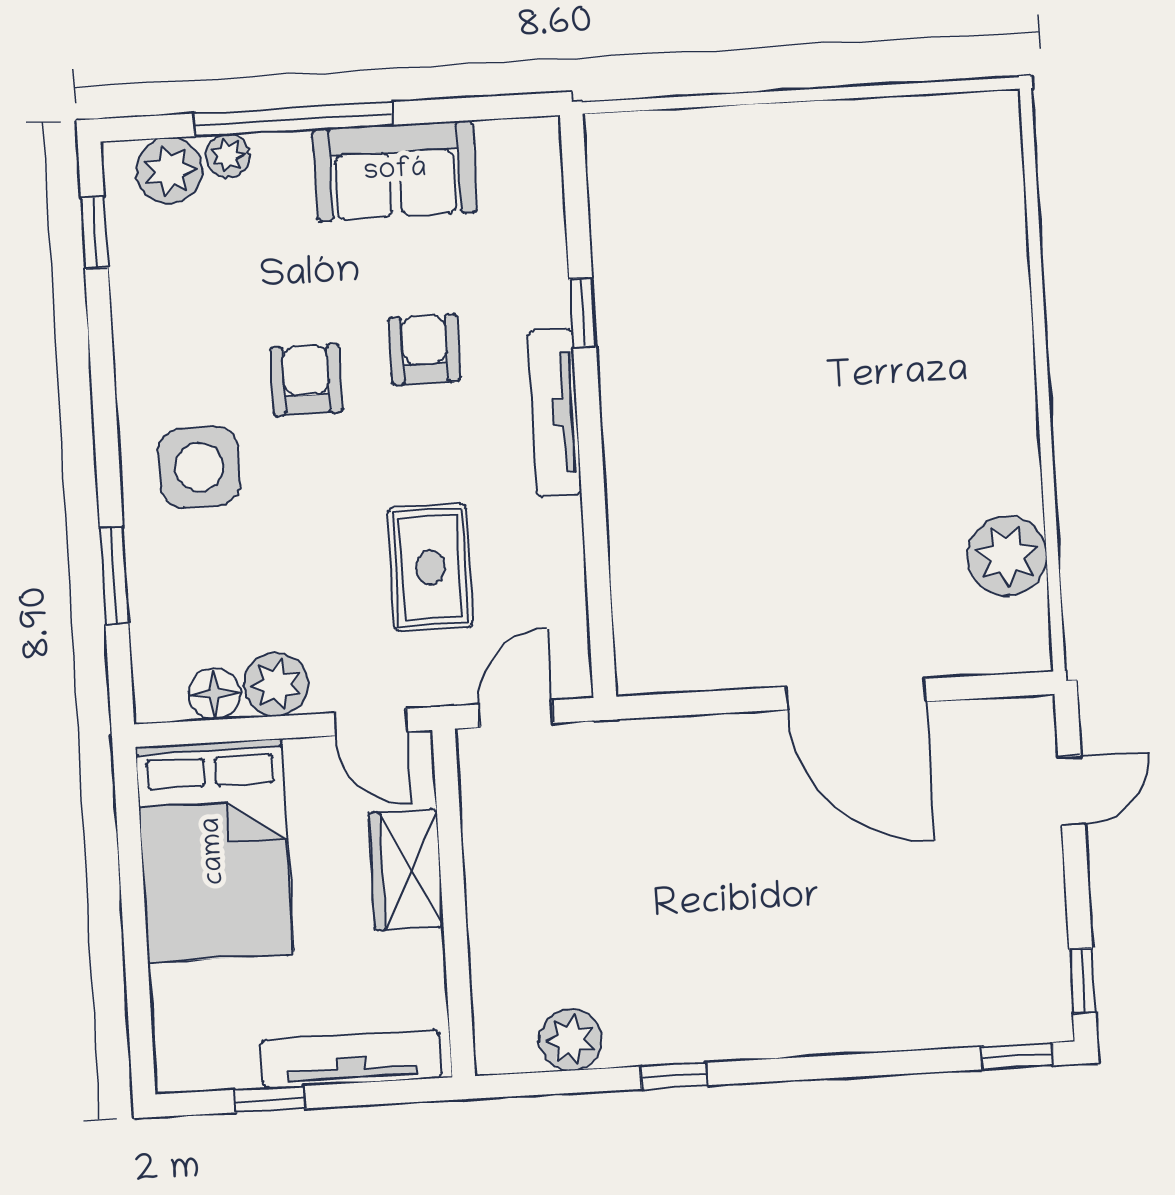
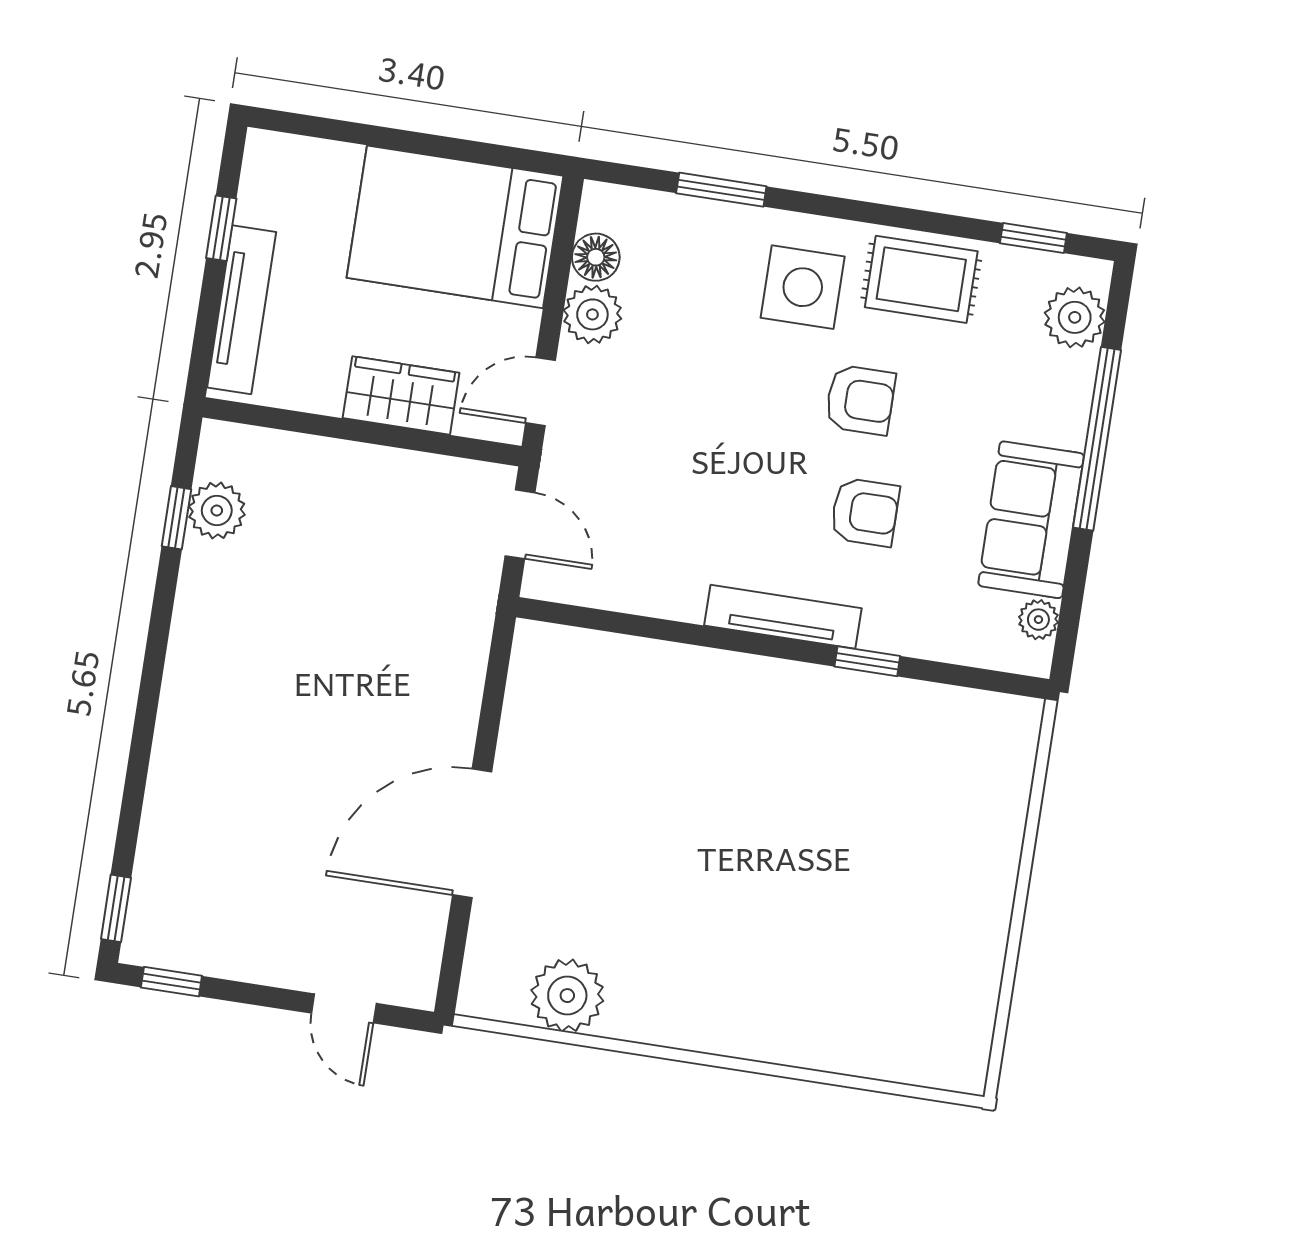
plant: (228, 156) -> (1038, 620), moved
rug: (430, 567) -> (921, 279), moved
window: (674, 1076) -> (176, 518), moved

